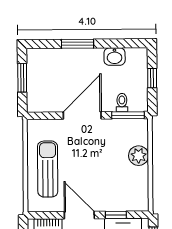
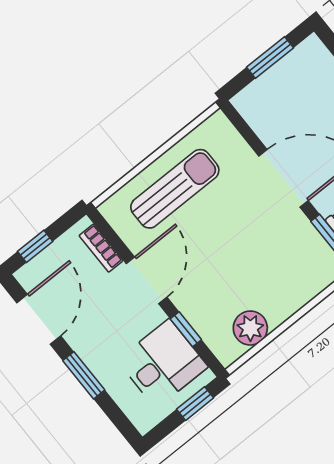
plant: (139, 156) -> (250, 328), moved

